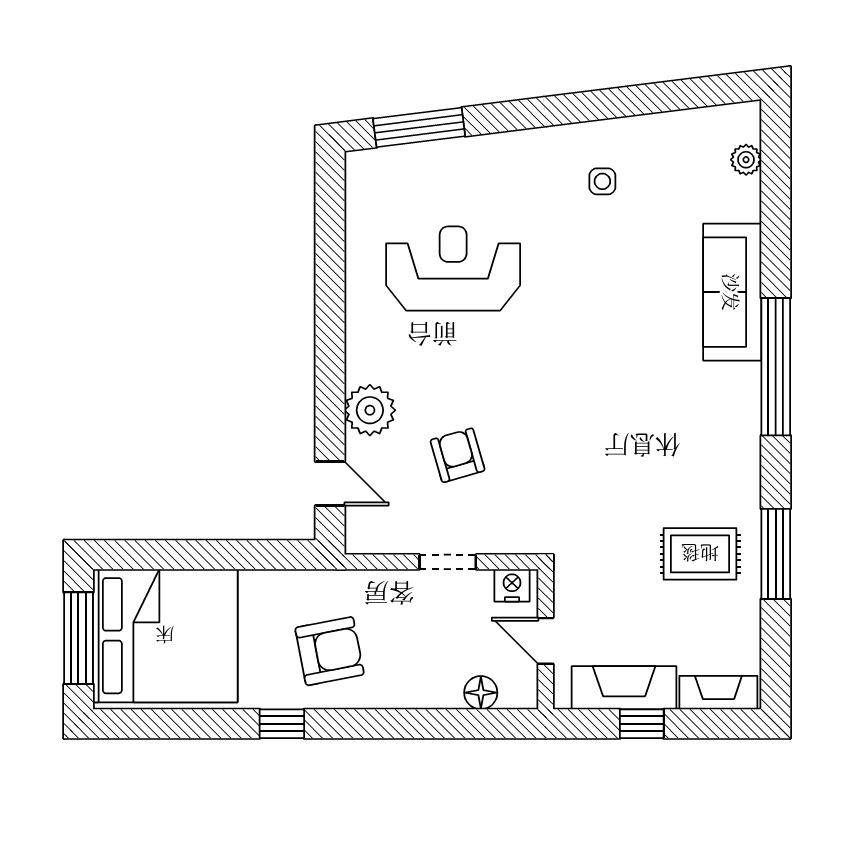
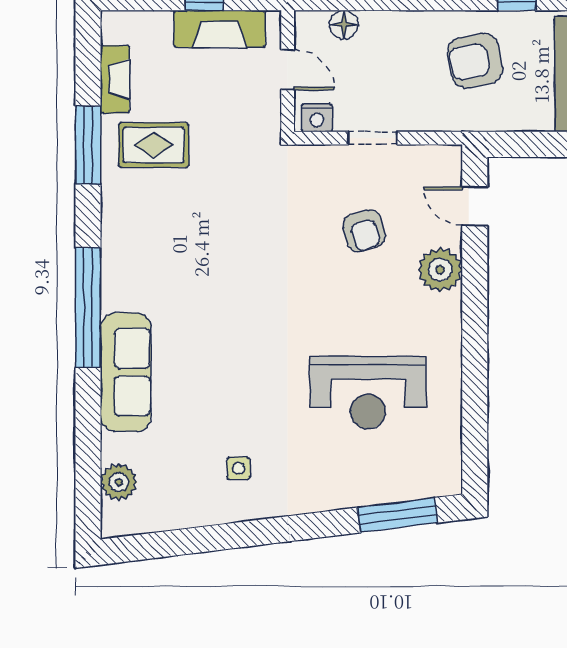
plant: (746, 160) -> (119, 482), width x1.38, depth x1.38
fireplace: (718, 693) -> (115, 79), moved, turned -90

